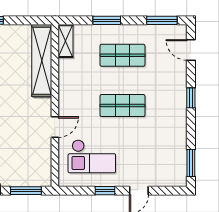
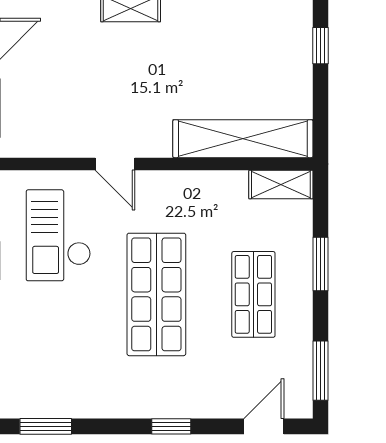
shop shelf: (122, 106) -> (156, 294), width x1.43, depth x1.36

